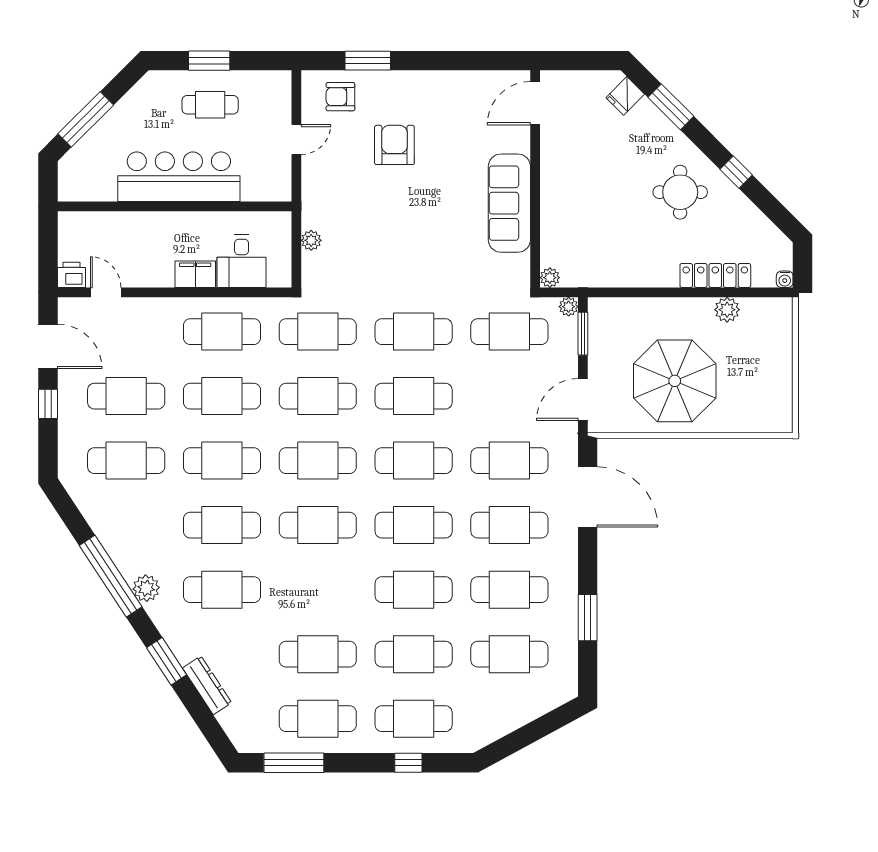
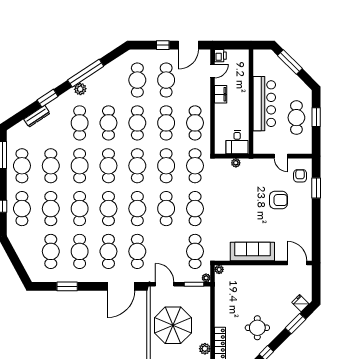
cafe table: (210, 105) -> (296, 118), width x1.37, depth x1.35
desk: (242, 261) -> (237, 142), moved, turned -90
filing cabinet: (195, 274) -> (221, 94), moved
cafe table: (318, 590) -> (80, 166), added

